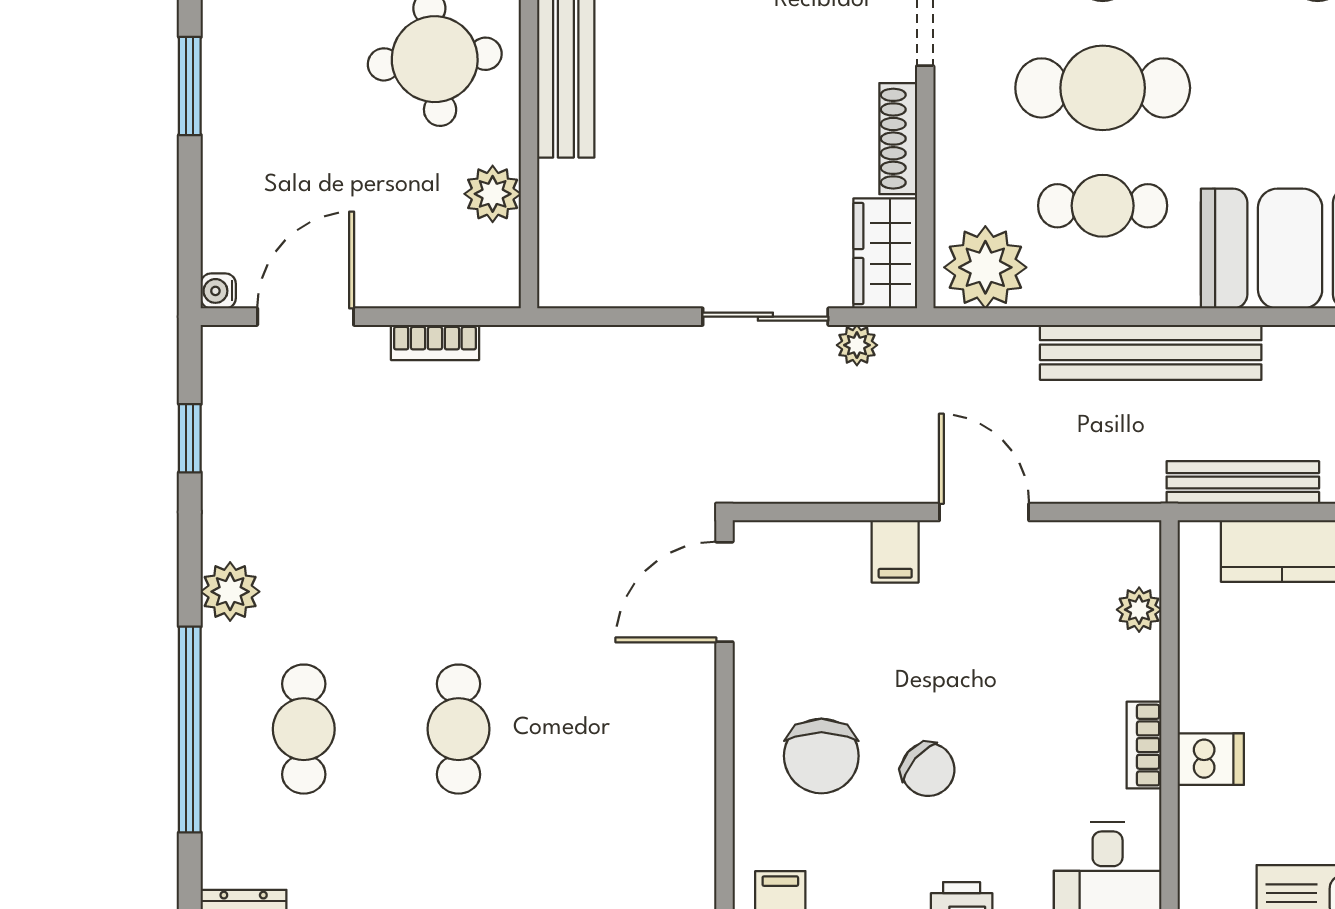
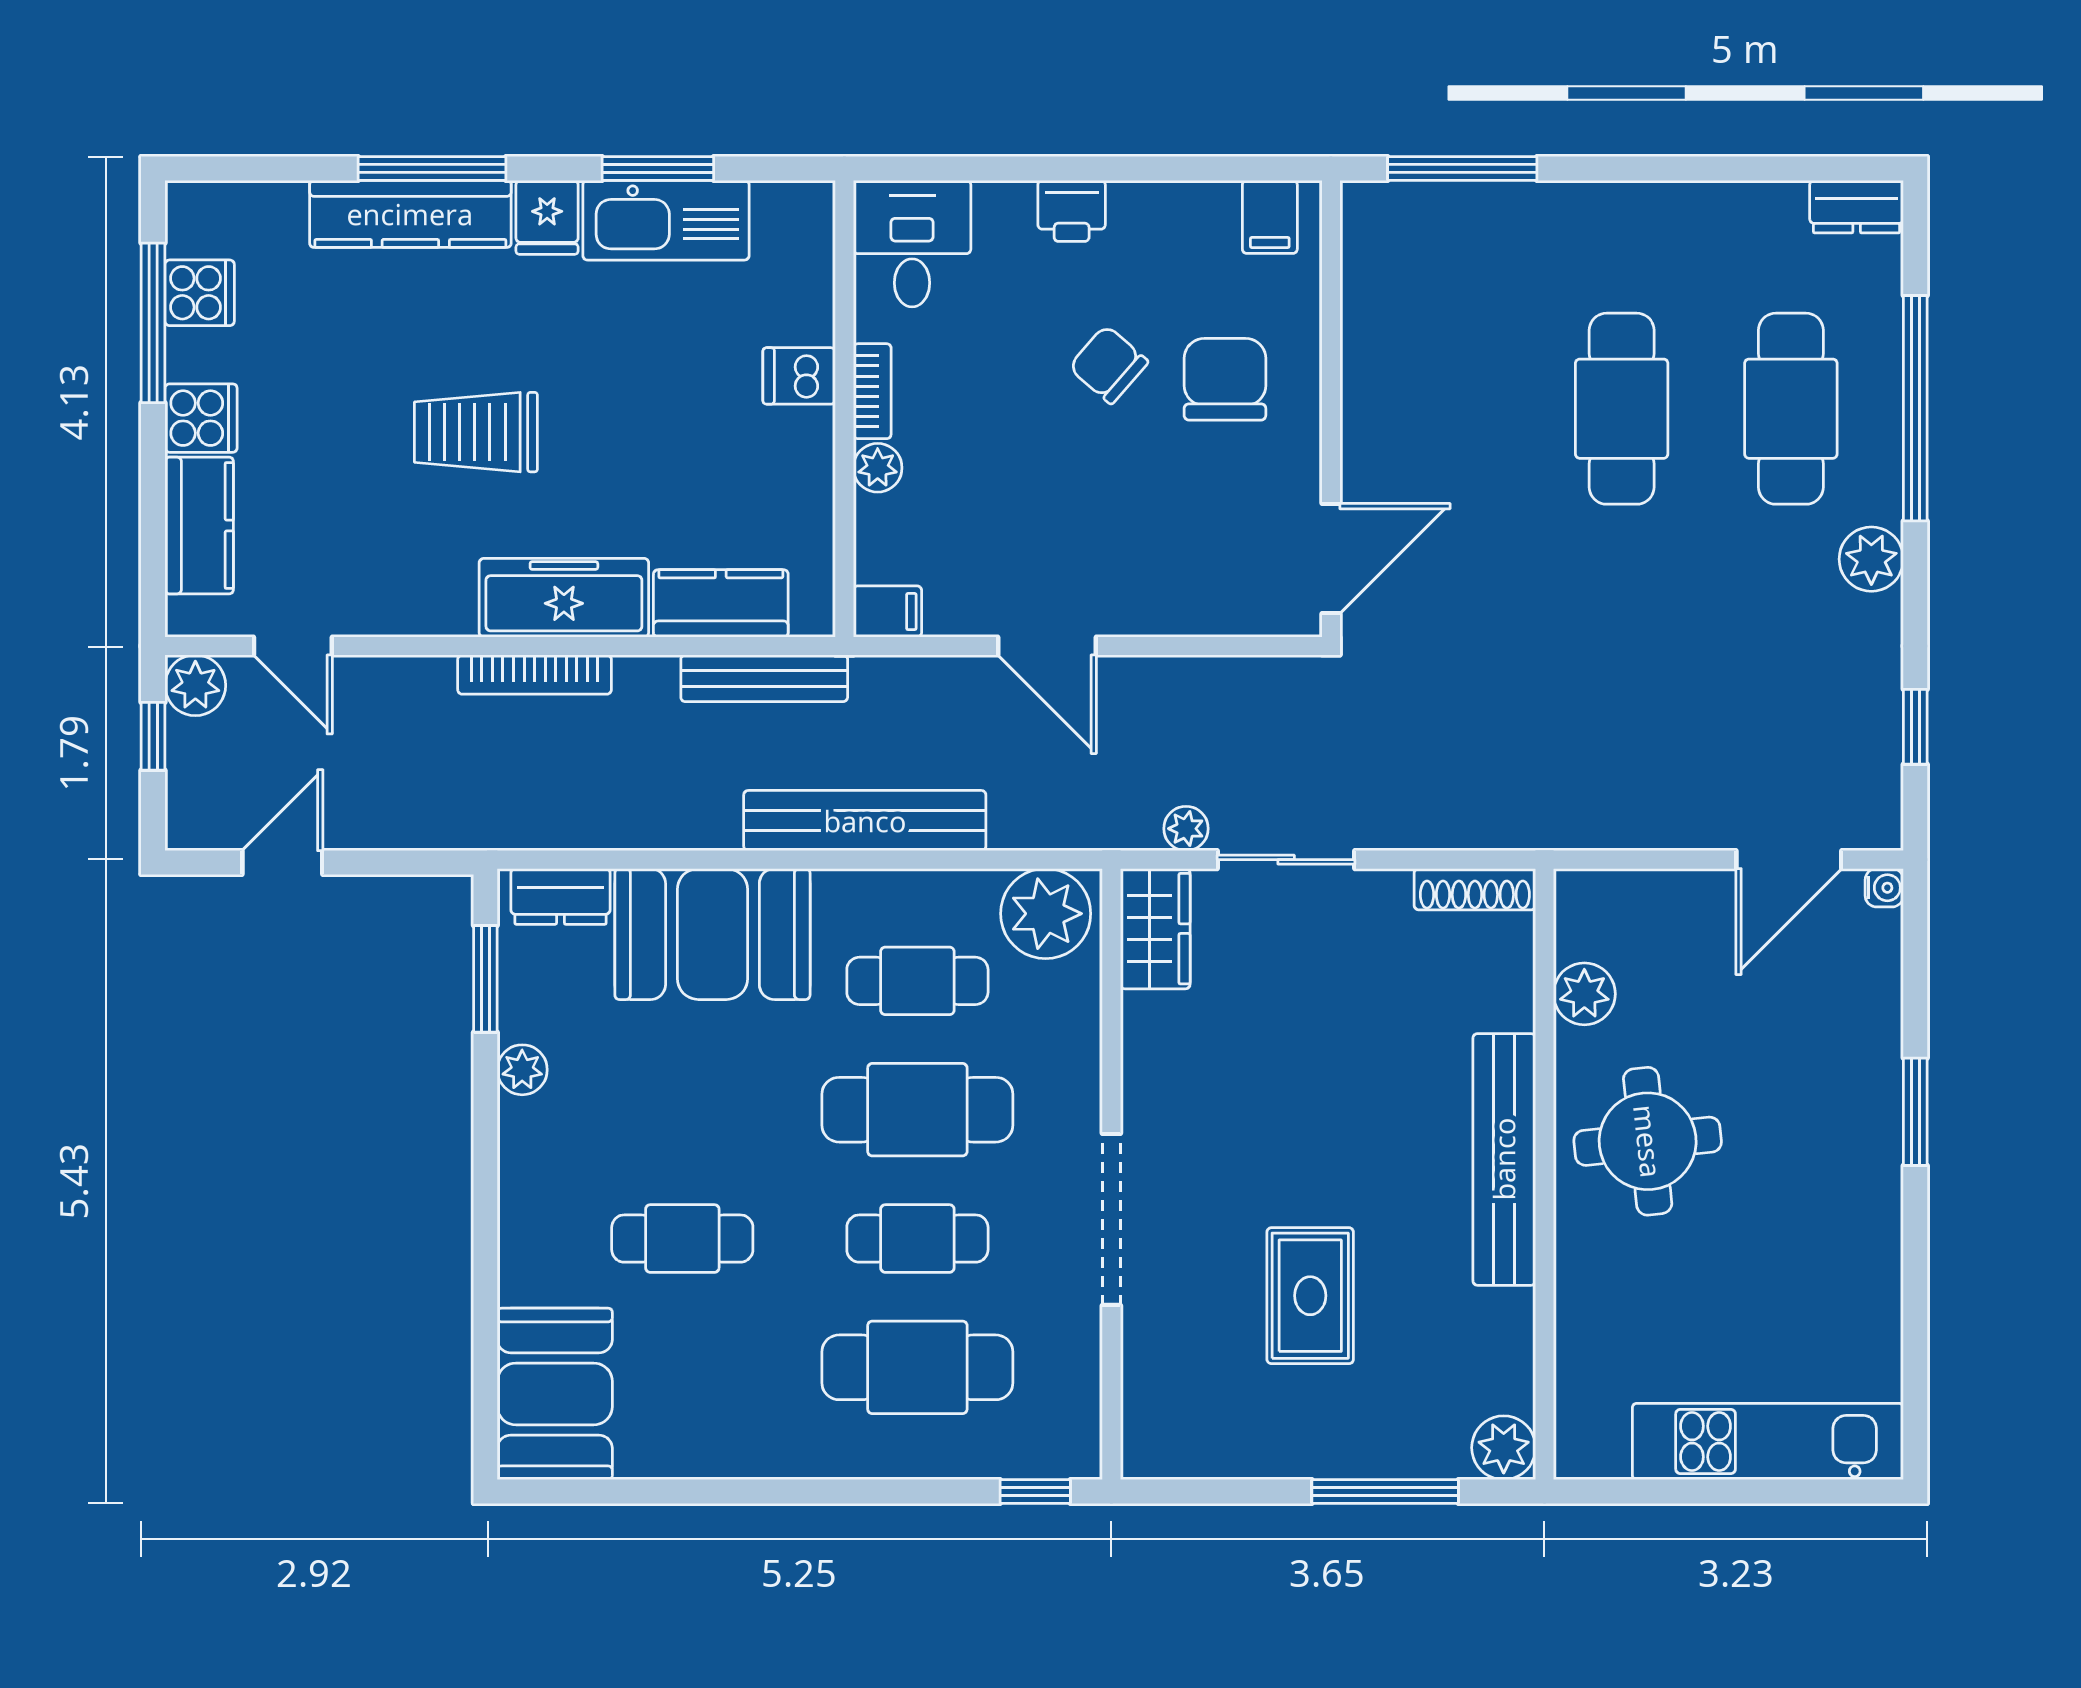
shoe rack: (898, 139) -> (1475, 889), moved, turned 90
bookcase: (435, 342) -> (1647, 831), removed
filing cabinet: (895, 551) -> (887, 612), moved, turned 90
plant: (1139, 610) -> (878, 468), moved
cafe table: (304, 729) -> (1791, 409), width x1.37, depth x1.35
cafe table: (458, 729) -> (1622, 409), width x1.37, depth x1.35

